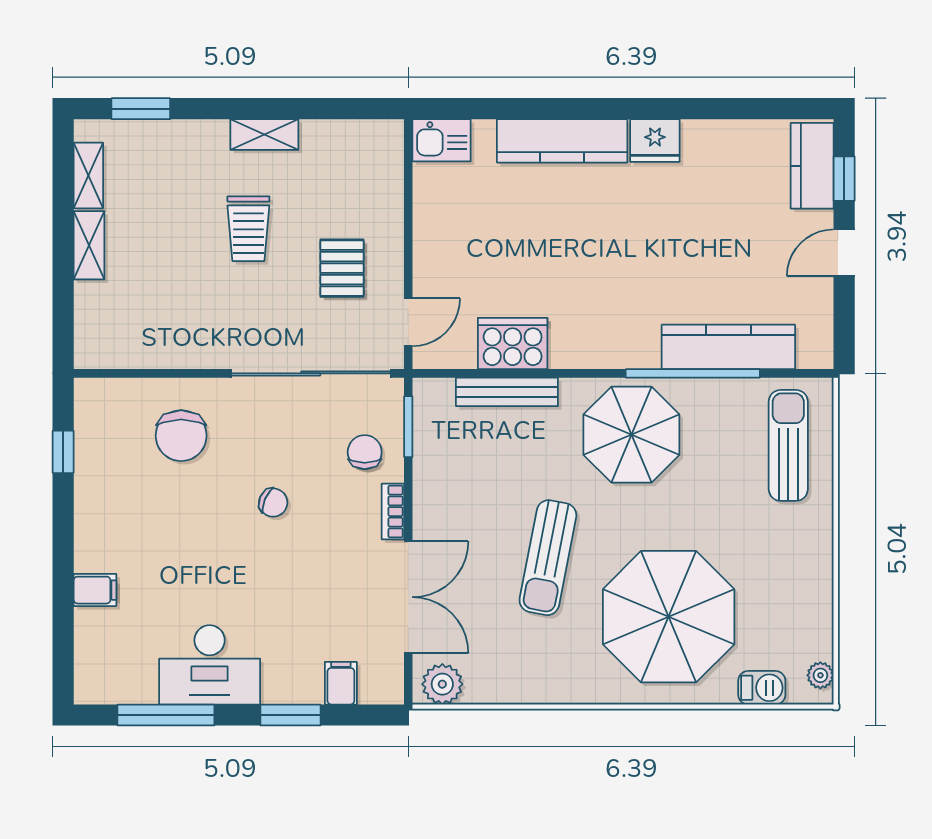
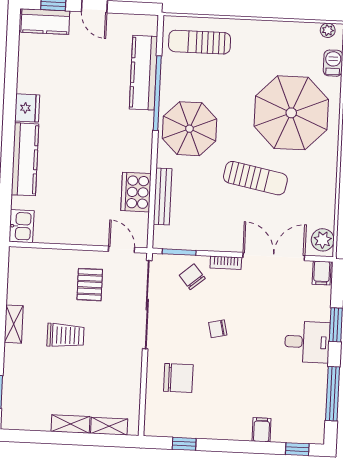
shelving: (88, 176) -> (109, 426), moved
pallet: (342, 268) -> (90, 285), turned 90
chair: (365, 452) -> (192, 277), turned 50
chair: (273, 503) -> (218, 329), turned -126
window: (63, 656) -> (297, 449), added
desk: (210, 665) -> (307, 342), moved, width x0.73
filing cabinet: (341, 683) -> (322, 273), moved, turned -90

